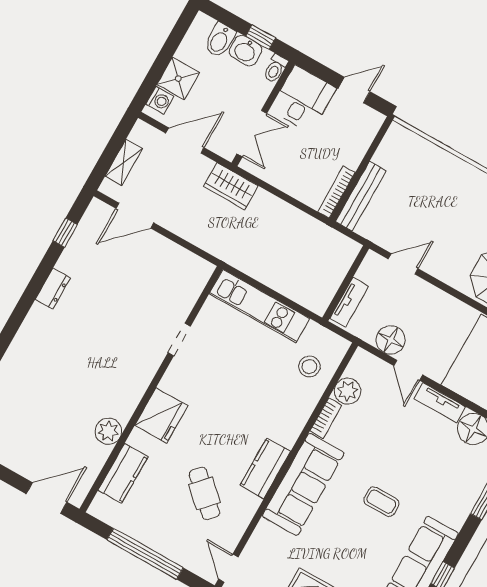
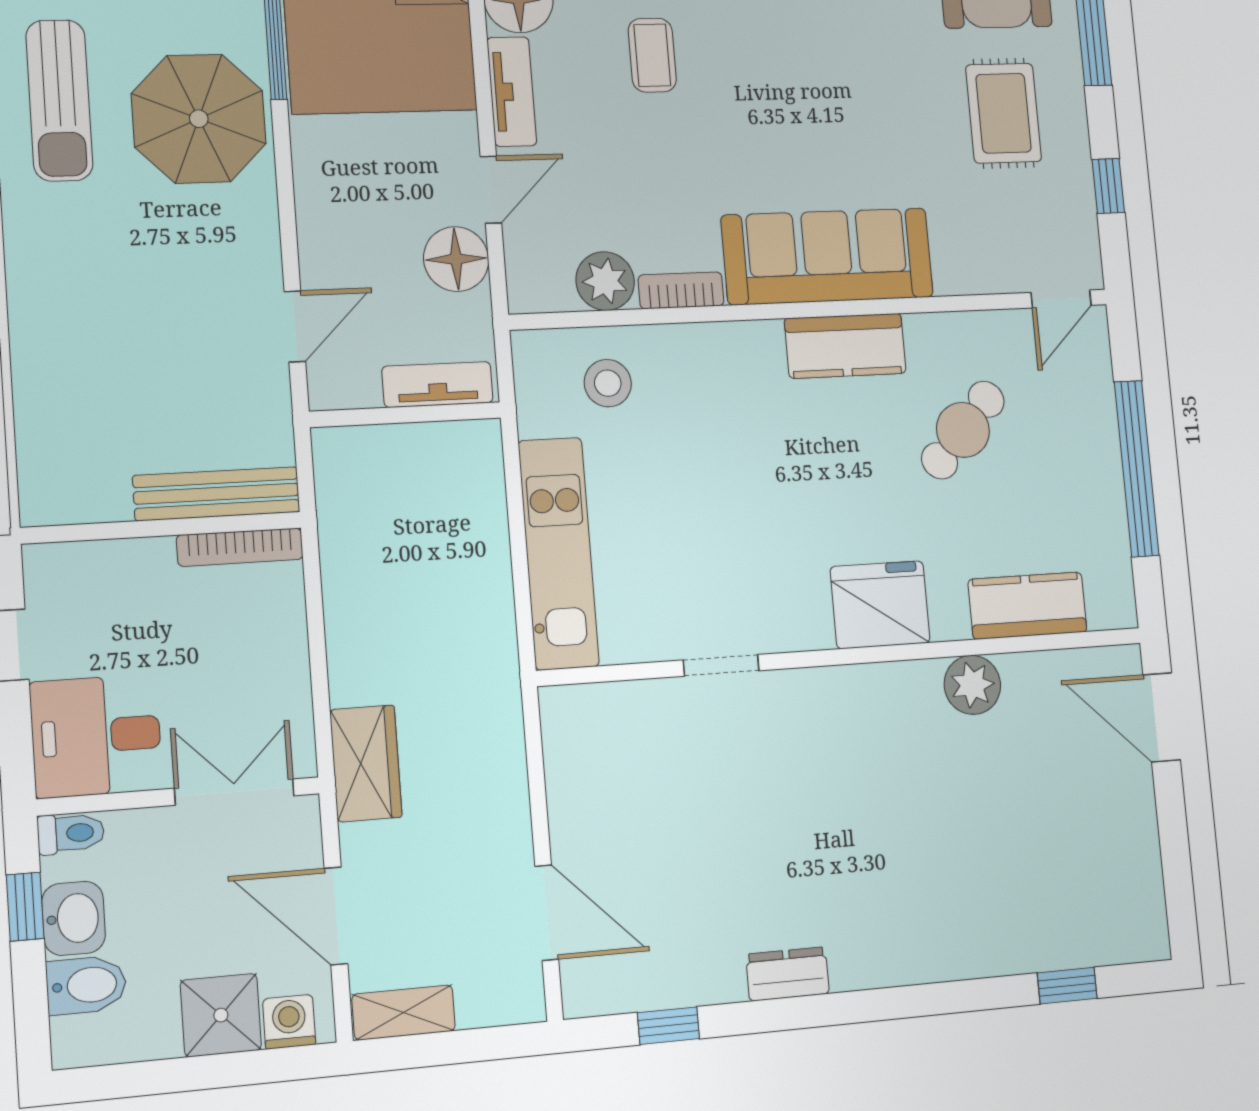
shelving: (124, 162) -> (404, 1013), moved
door: (403, 264) -> (295, 326), swing flipped
coffee table: (381, 502) -> (652, 55), moved

